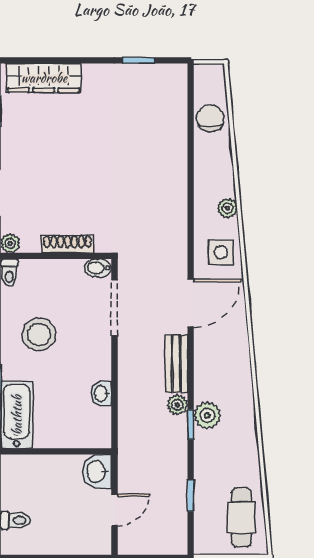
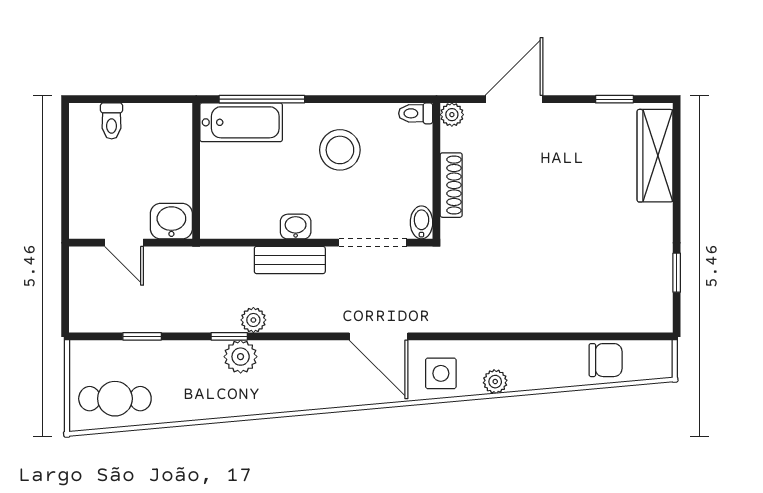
bench: (177, 364) -> (290, 260), moved
washbasin: (101, 393) -> (296, 227), moved

